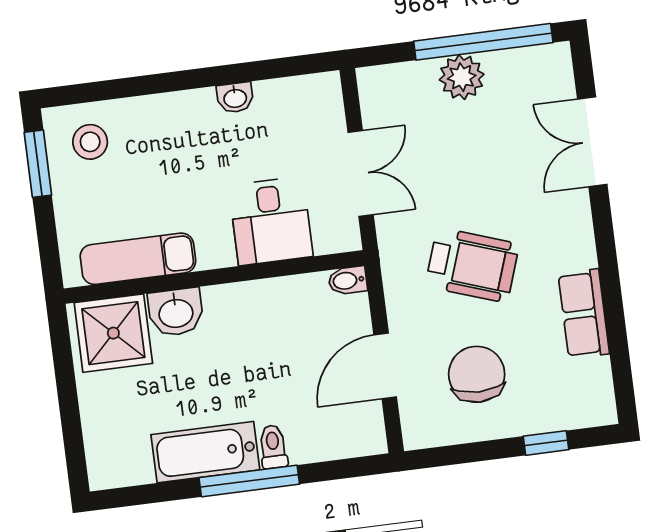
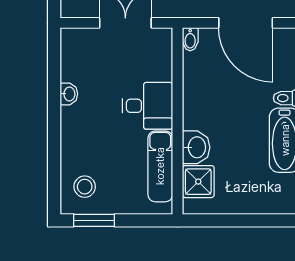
desk: (271, 221) -> (148, 106), moved
shower: (113, 333) -> (198, 182), width x0.73, depth x0.73
door: (385, 366) -> (246, 23), width x1.36

